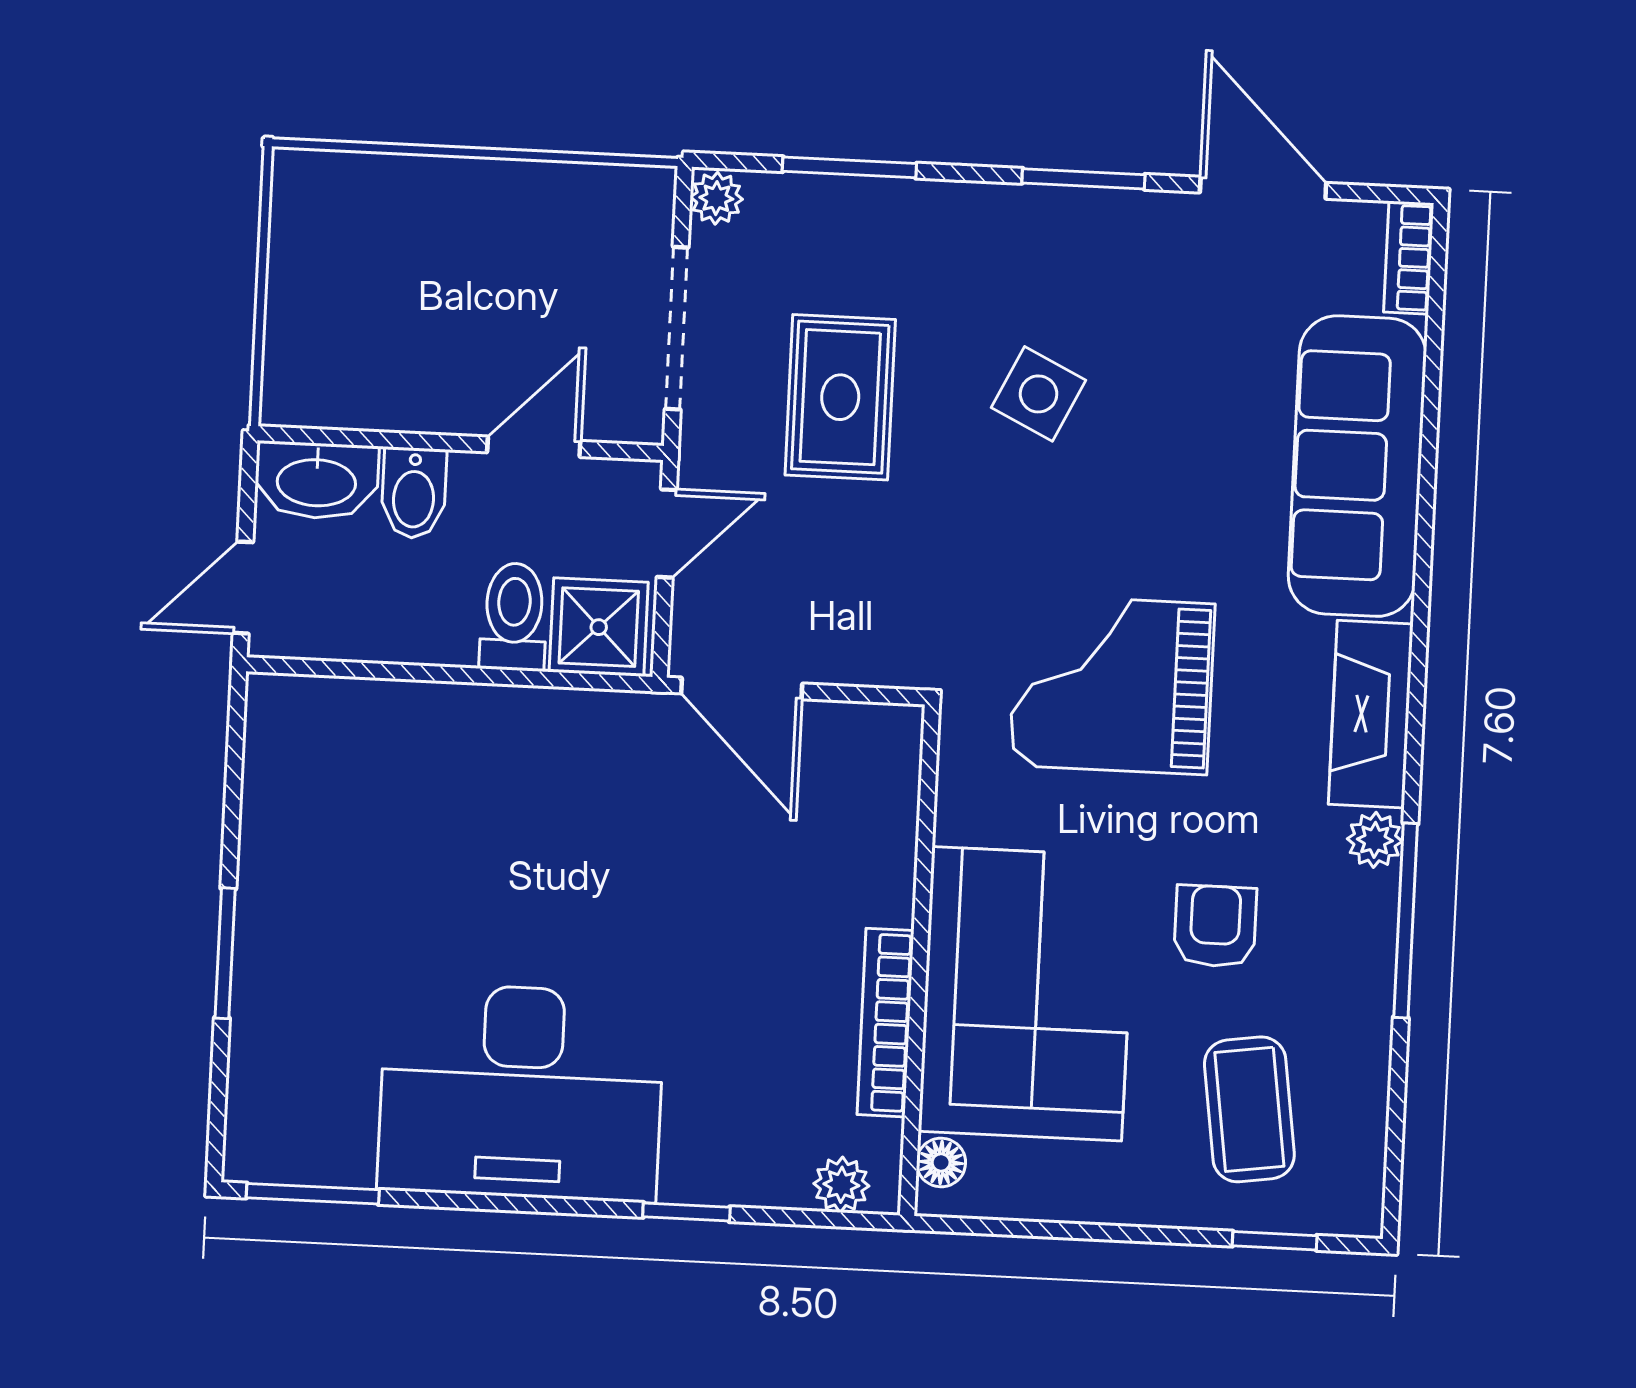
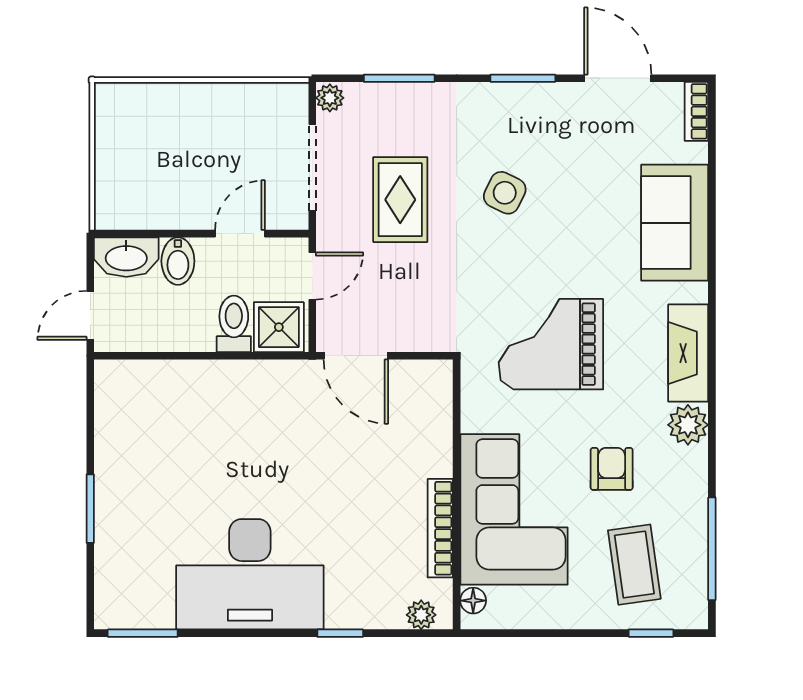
sofa: (1357, 466) -> (675, 223), width x0.73
plant: (1375, 840) -> (688, 425), width x1.38, depth x1.38
window: (1406, 921) -> (712, 549), moved

